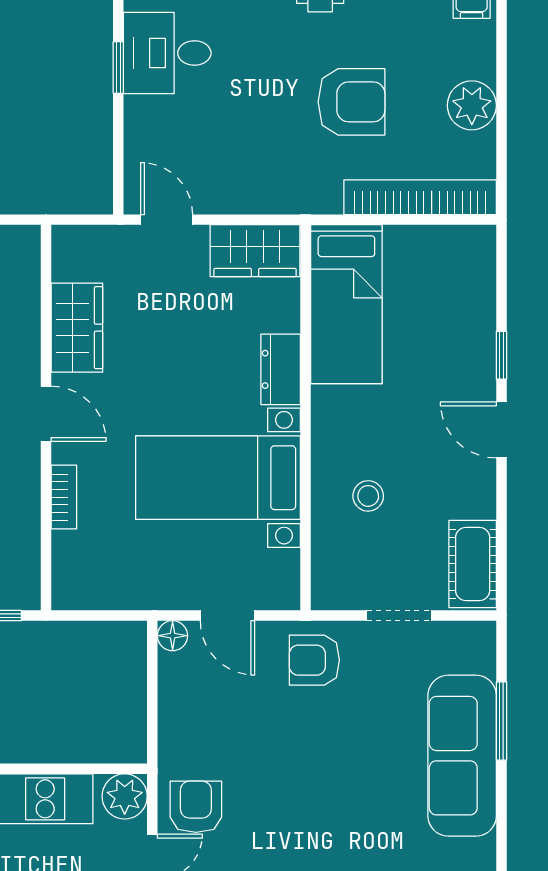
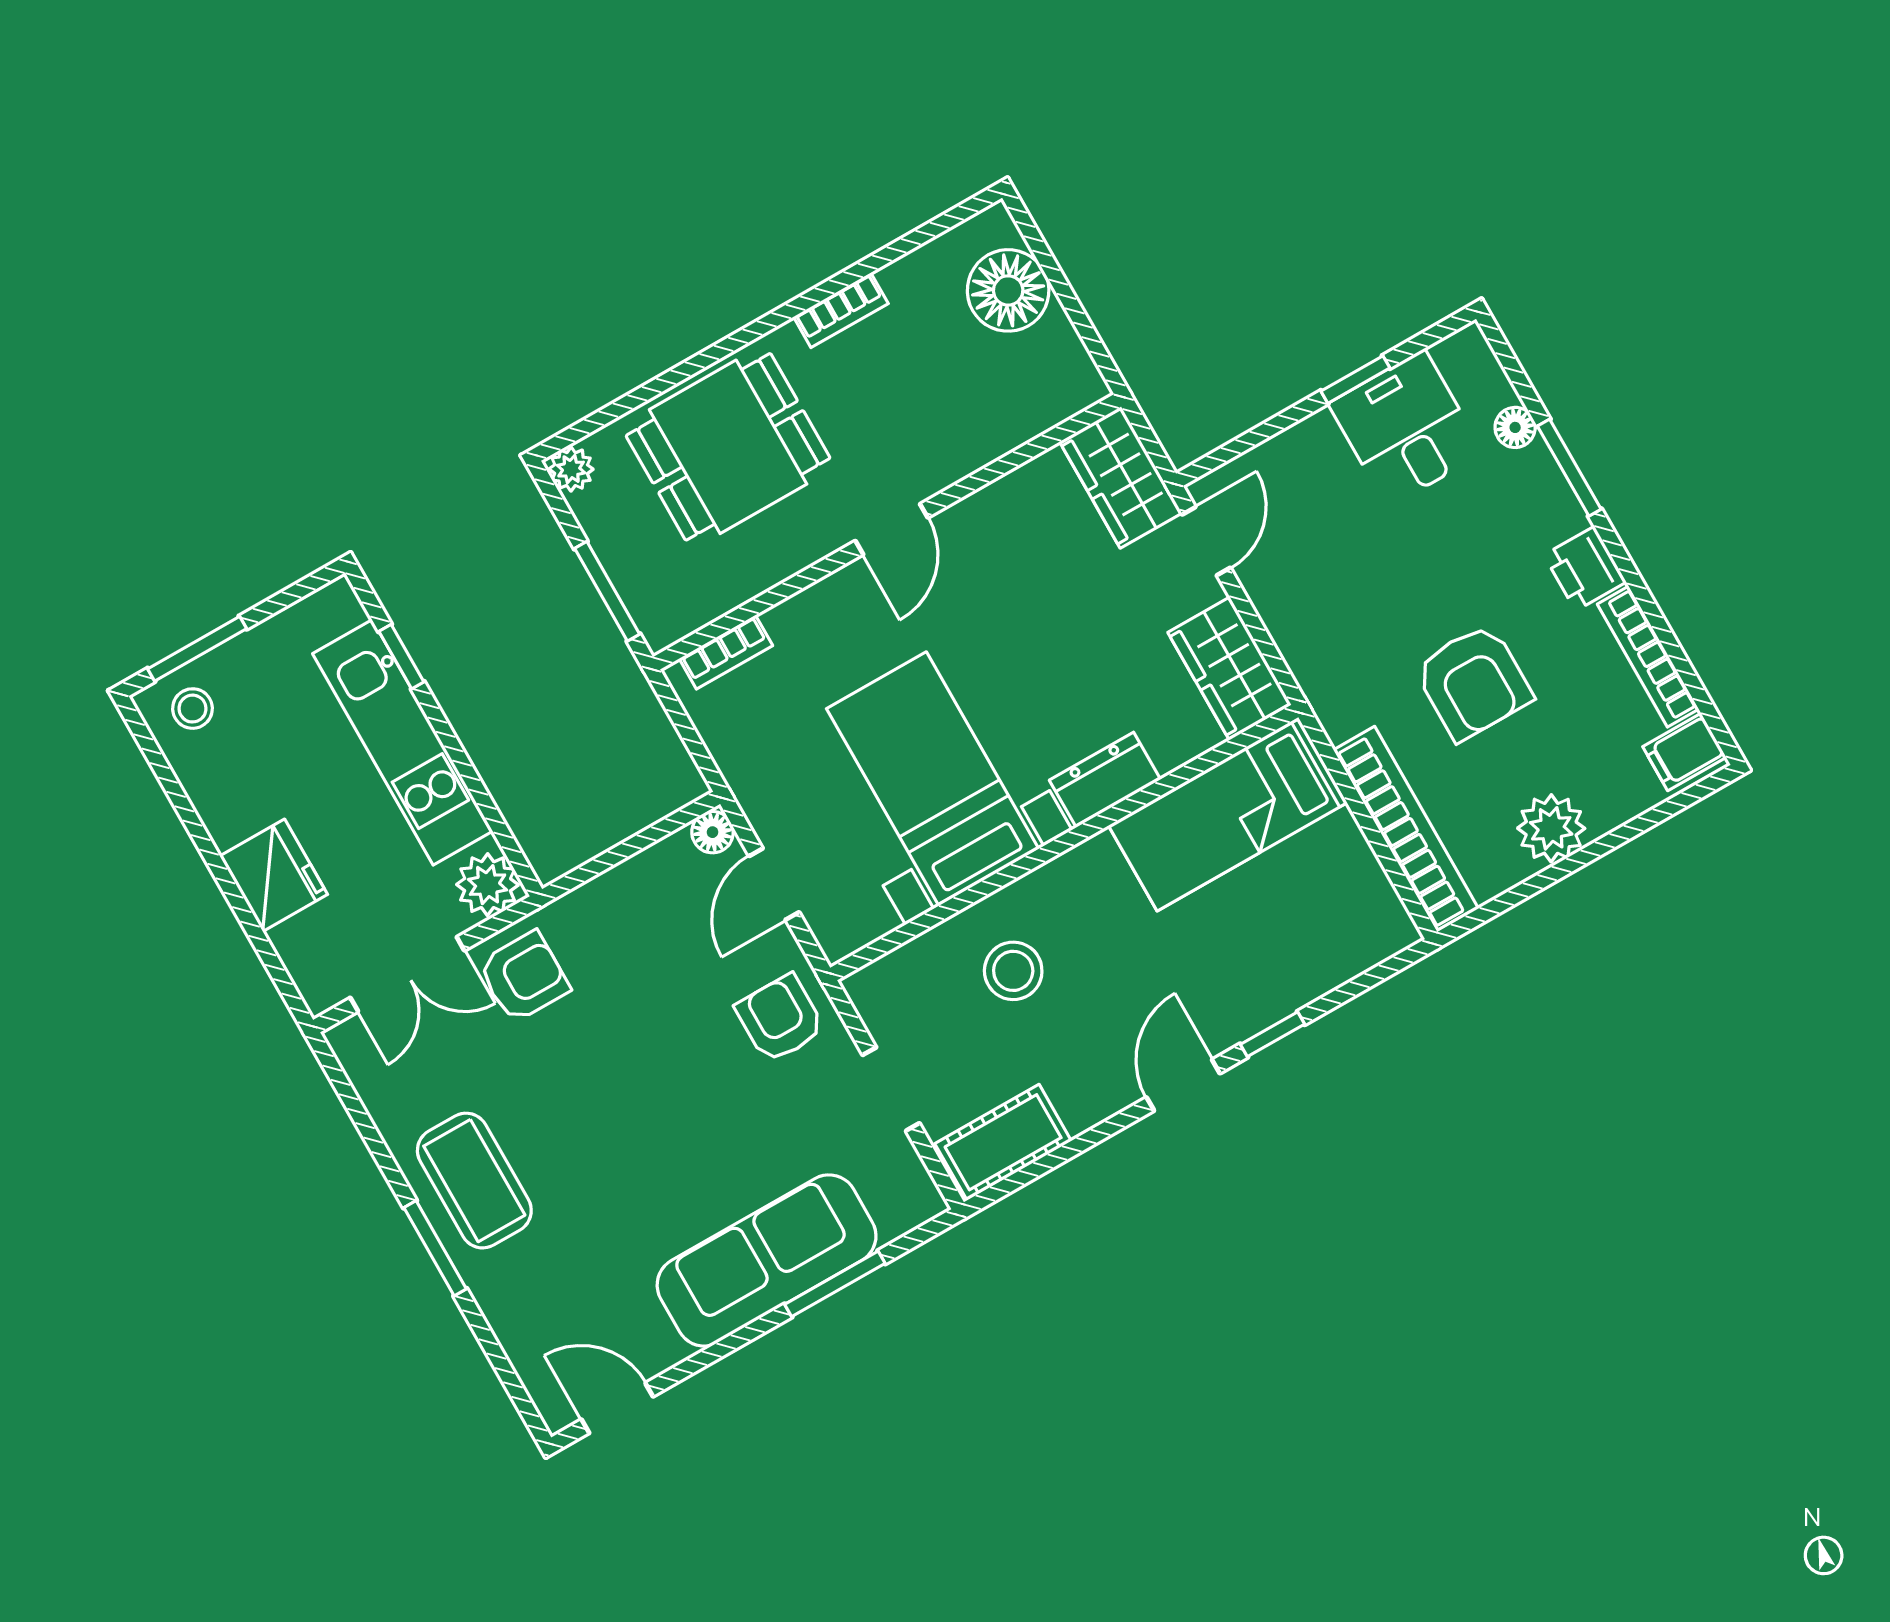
wardrobe: (77, 328) -> (1121, 477), moved, turned 90
stool: (368, 496) -> (1013, 971), width x1.37, depth x1.37
bookcase: (64, 497) -> (726, 652), moved

